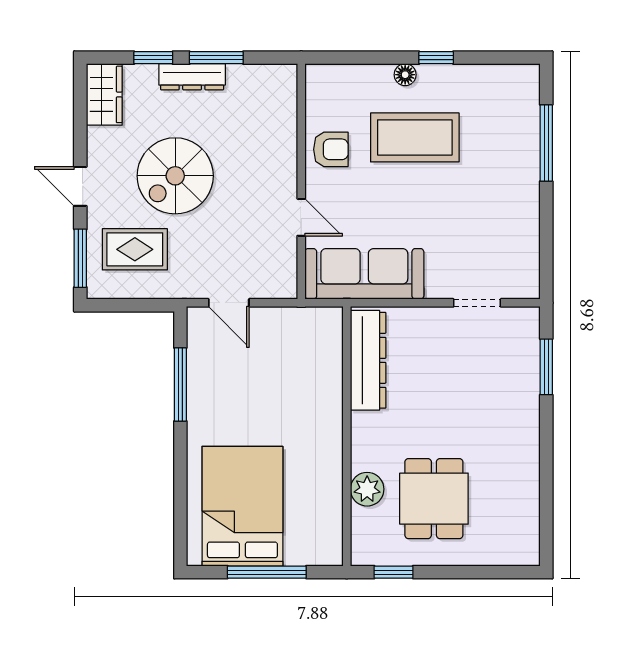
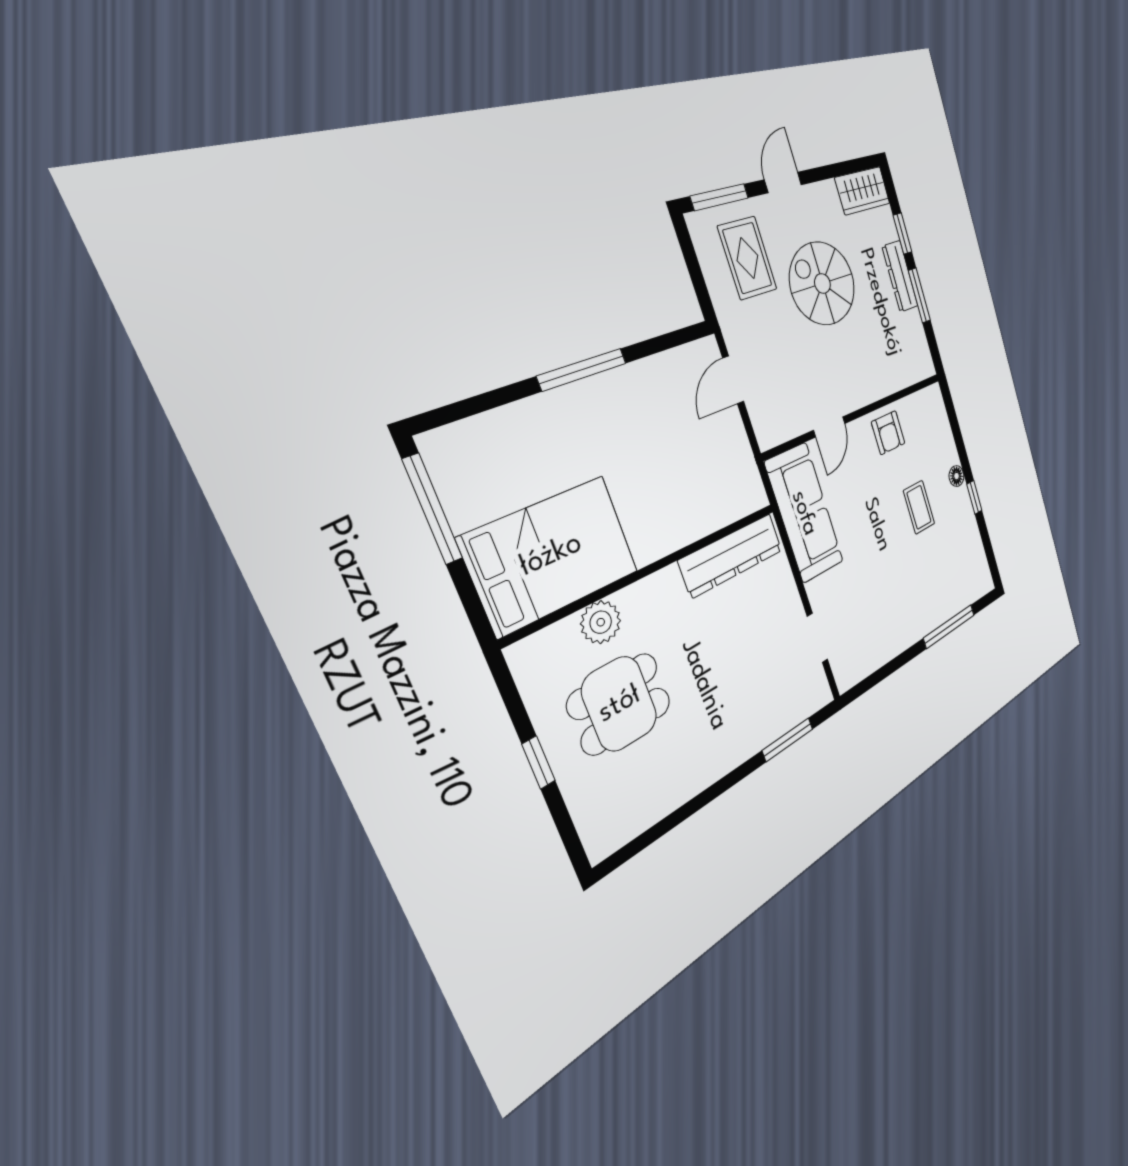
coffee table: (415, 137) -> (919, 507), width x0.54, depth x0.58
window: (180, 385) -> (582, 370), moved
bed: (242, 506) -> (551, 555), moved
window: (267, 572) -> (432, 509), moved
window: (394, 572) -> (539, 762), moved

